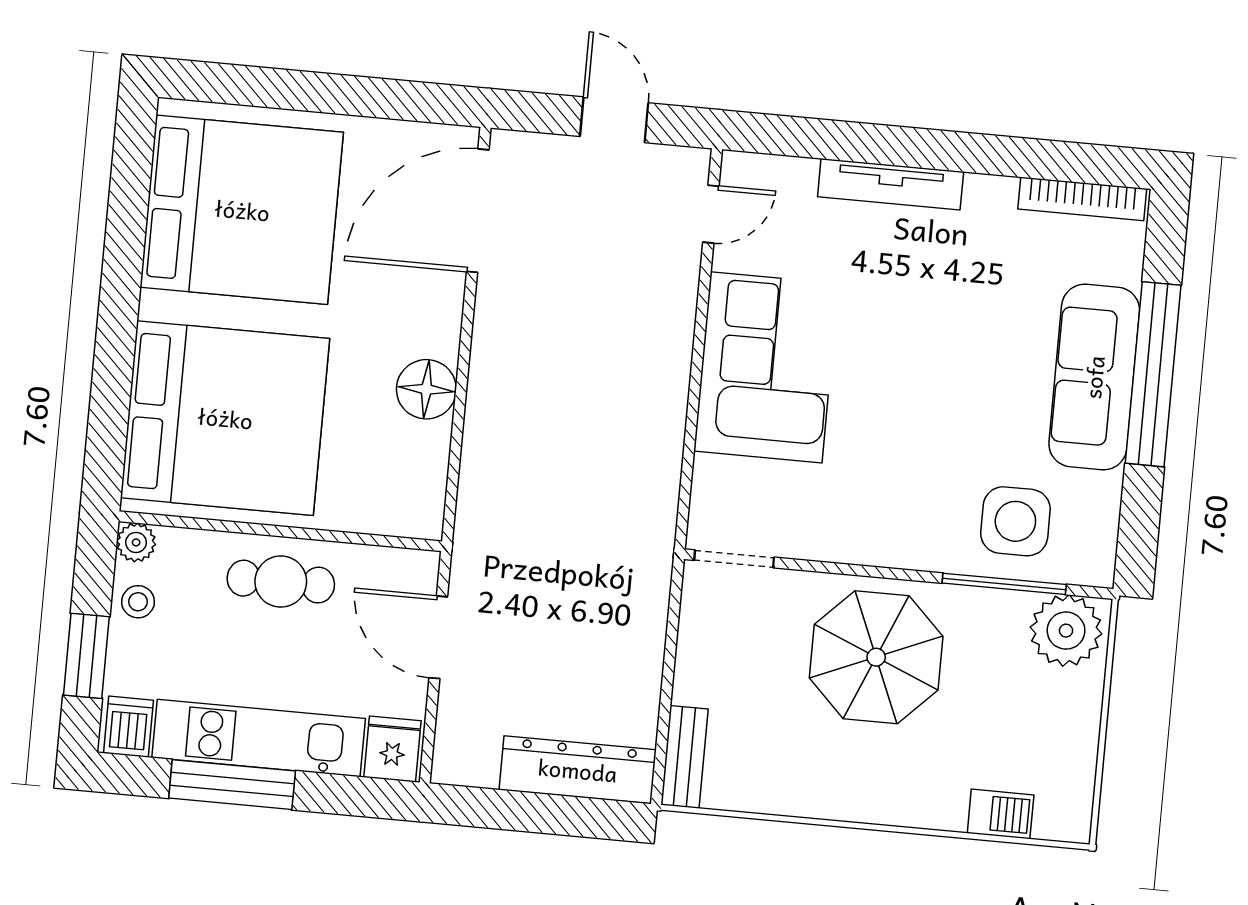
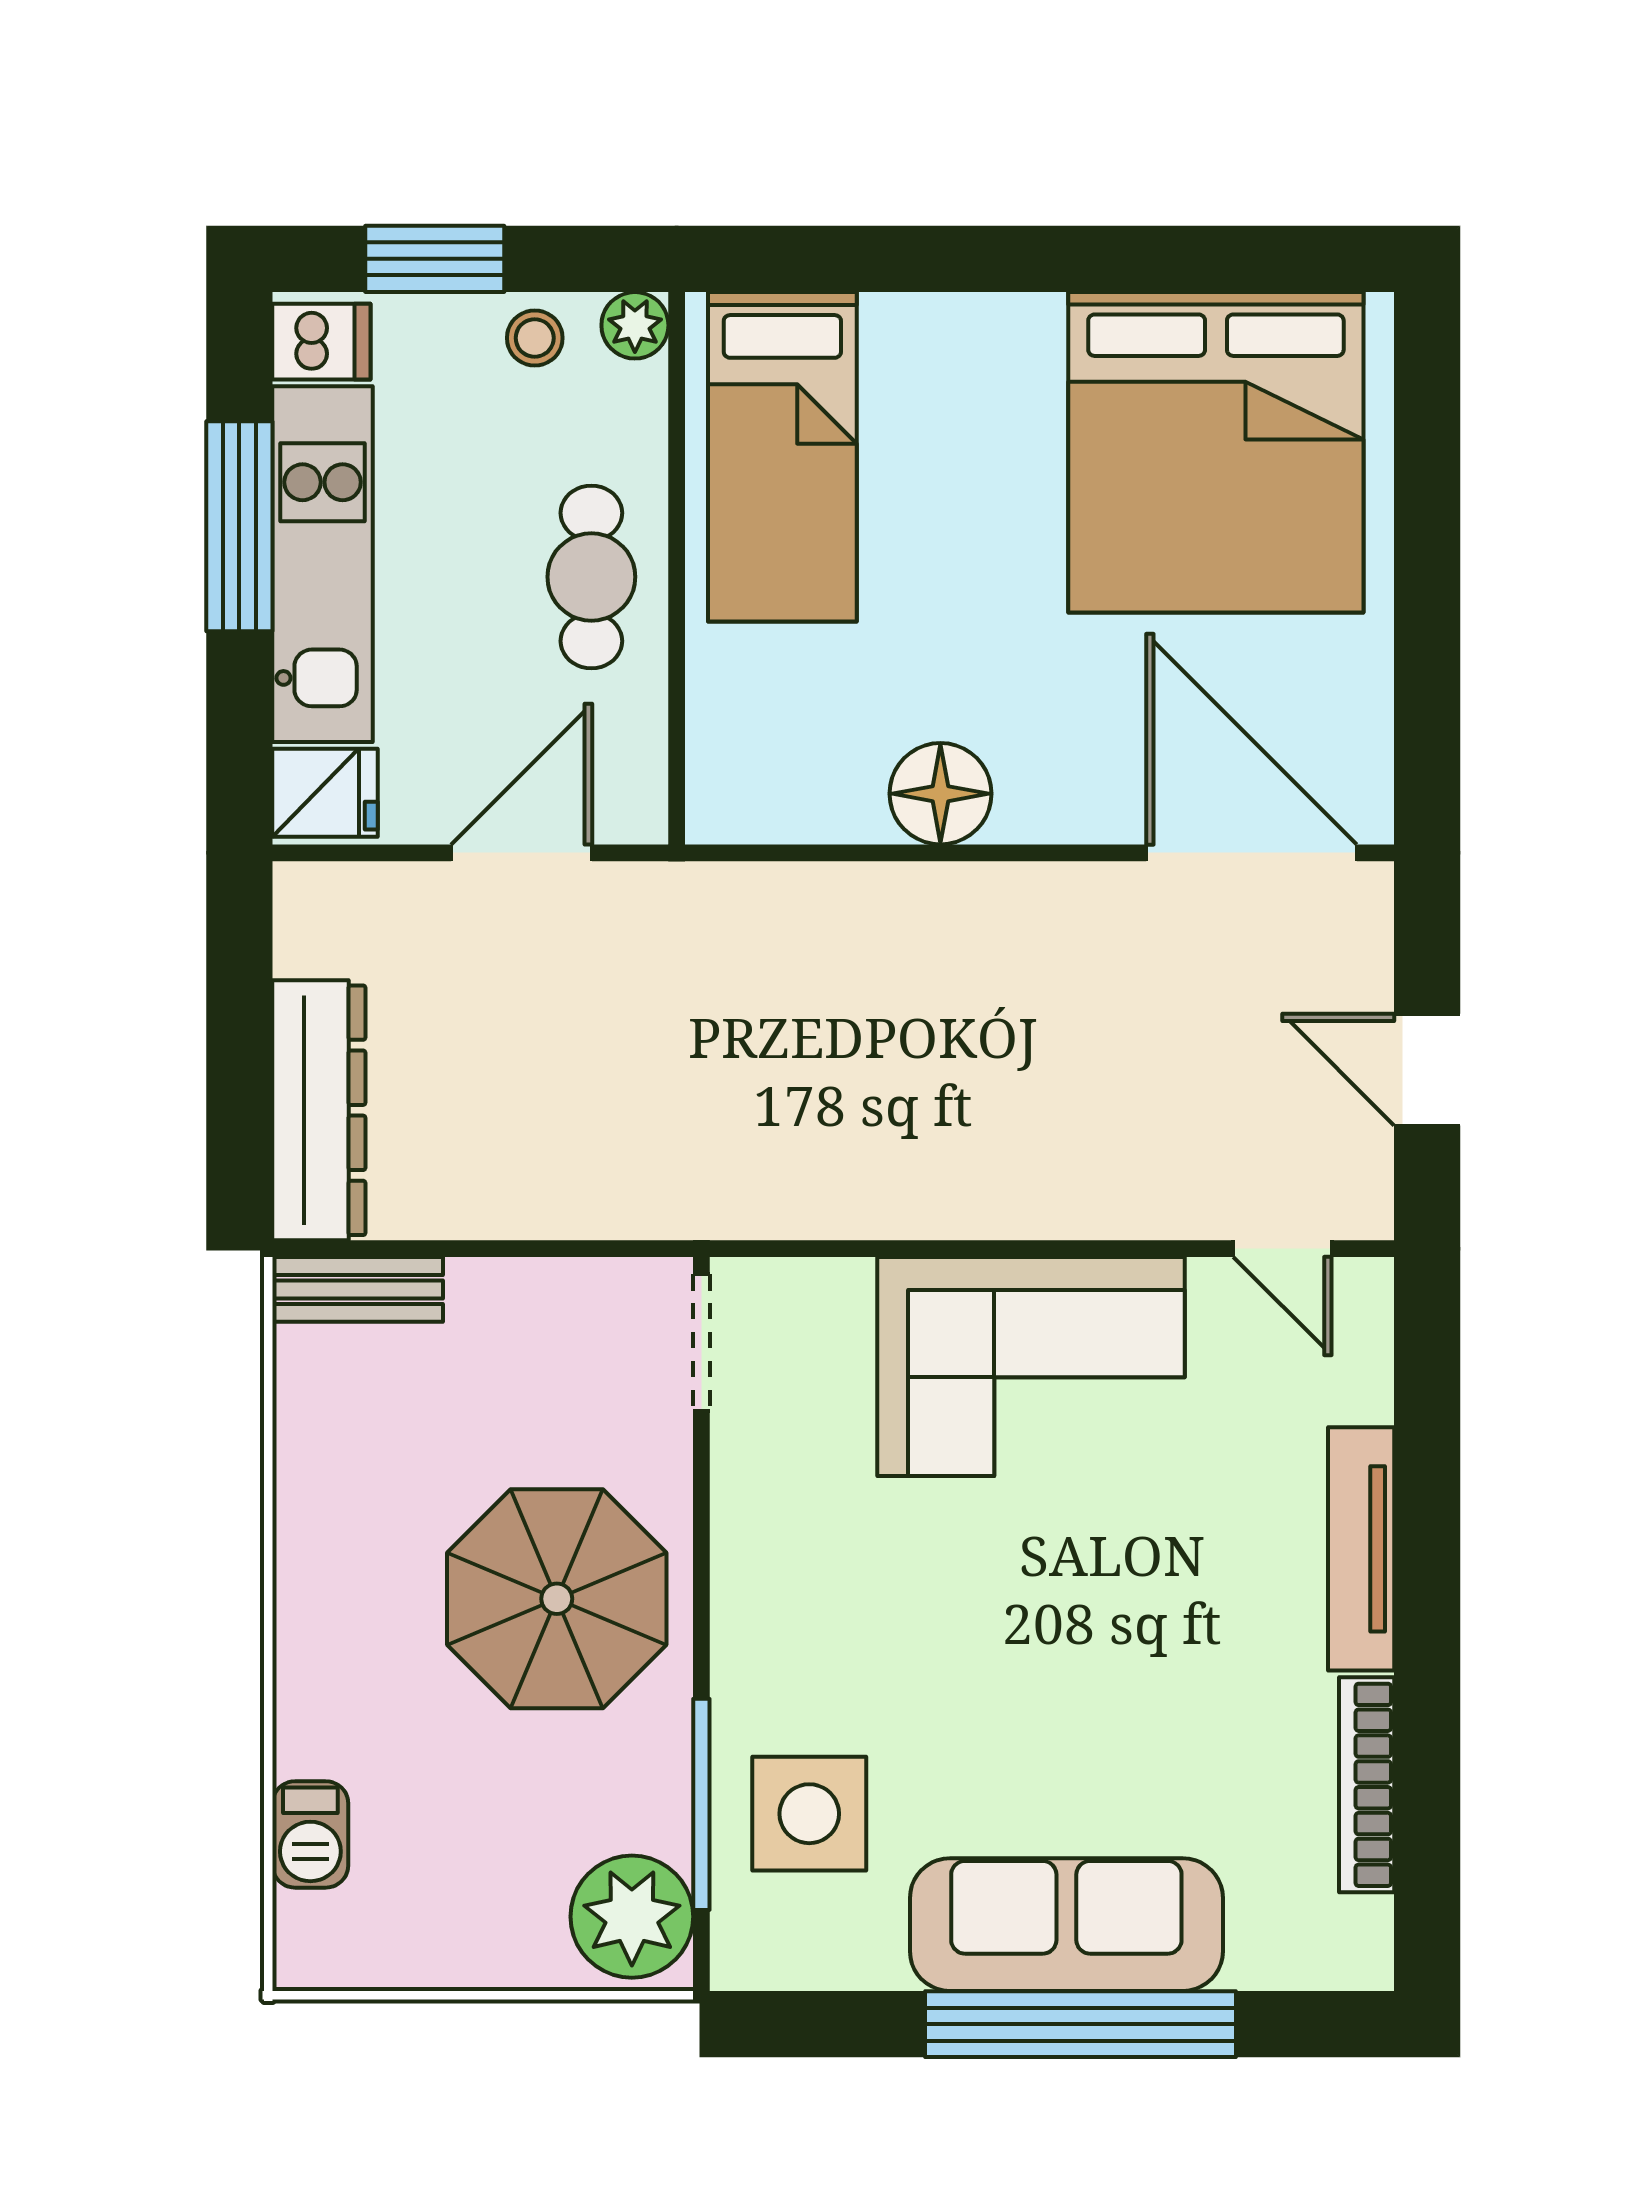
door: (614, 120) -> (1427, 1070), swing flipped
bookcase: (1082, 199) -> (1367, 1785), moved
bed: (225, 418) -> (782, 457), width x0.49

